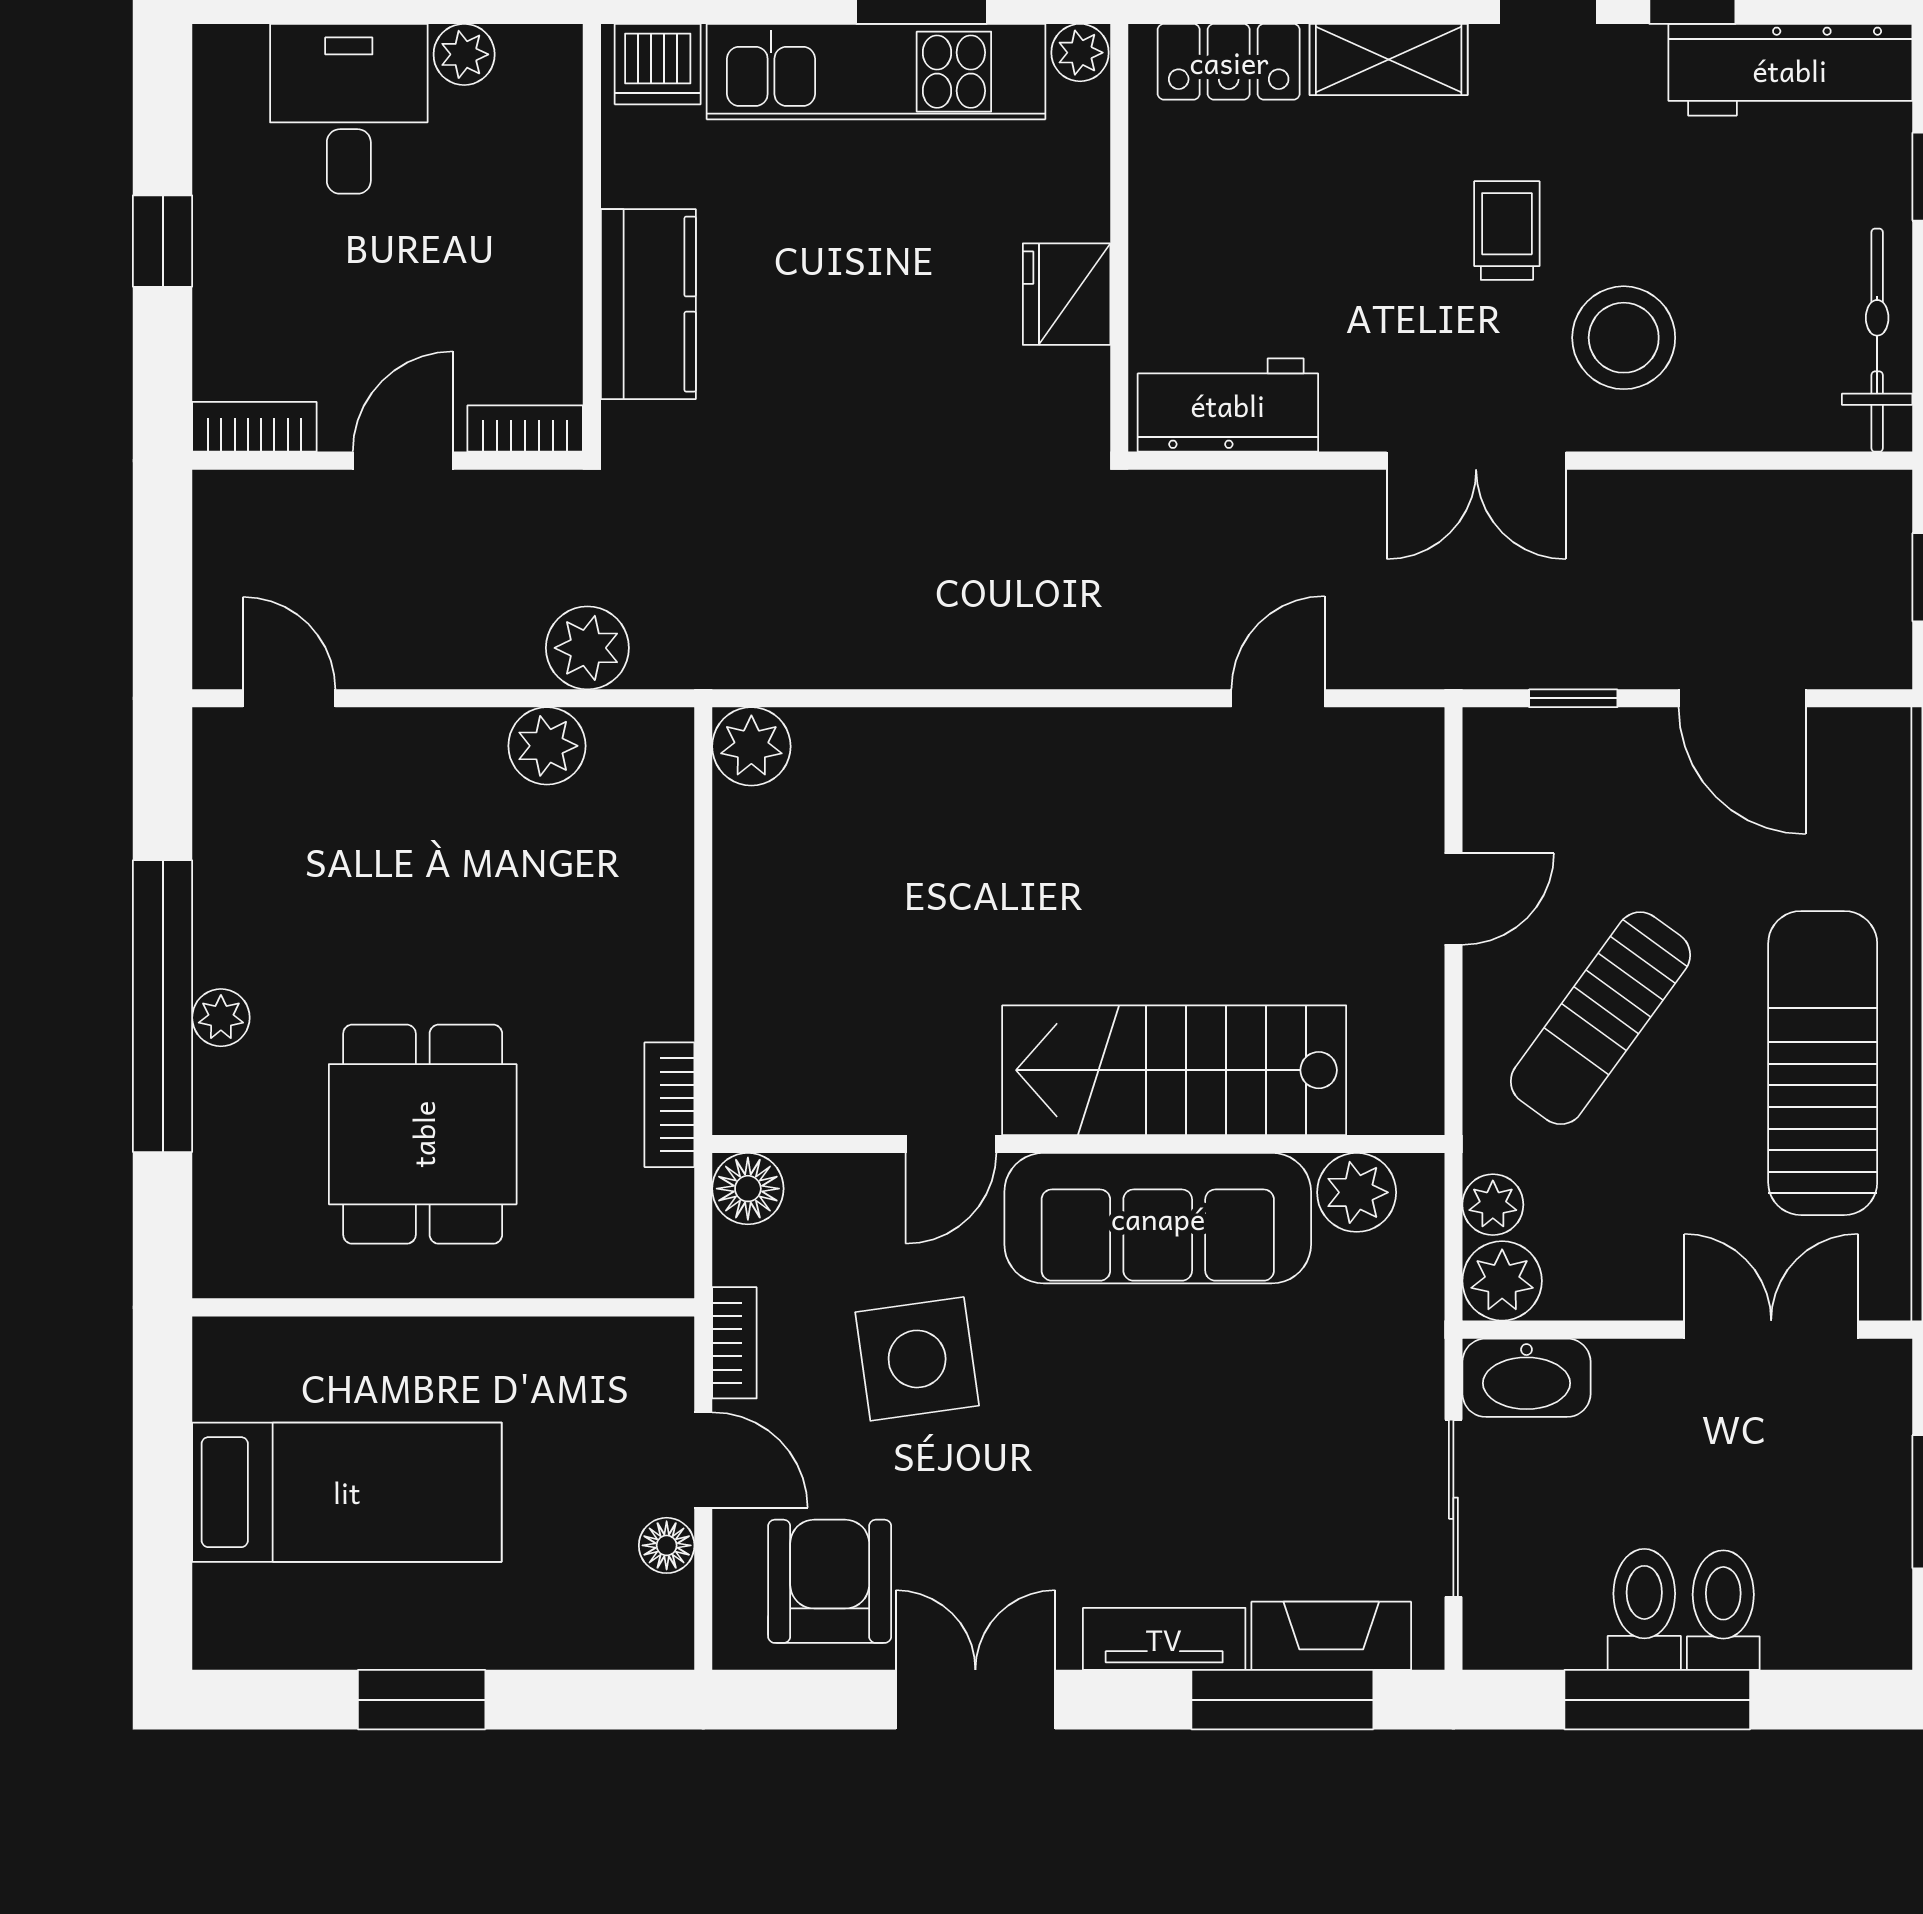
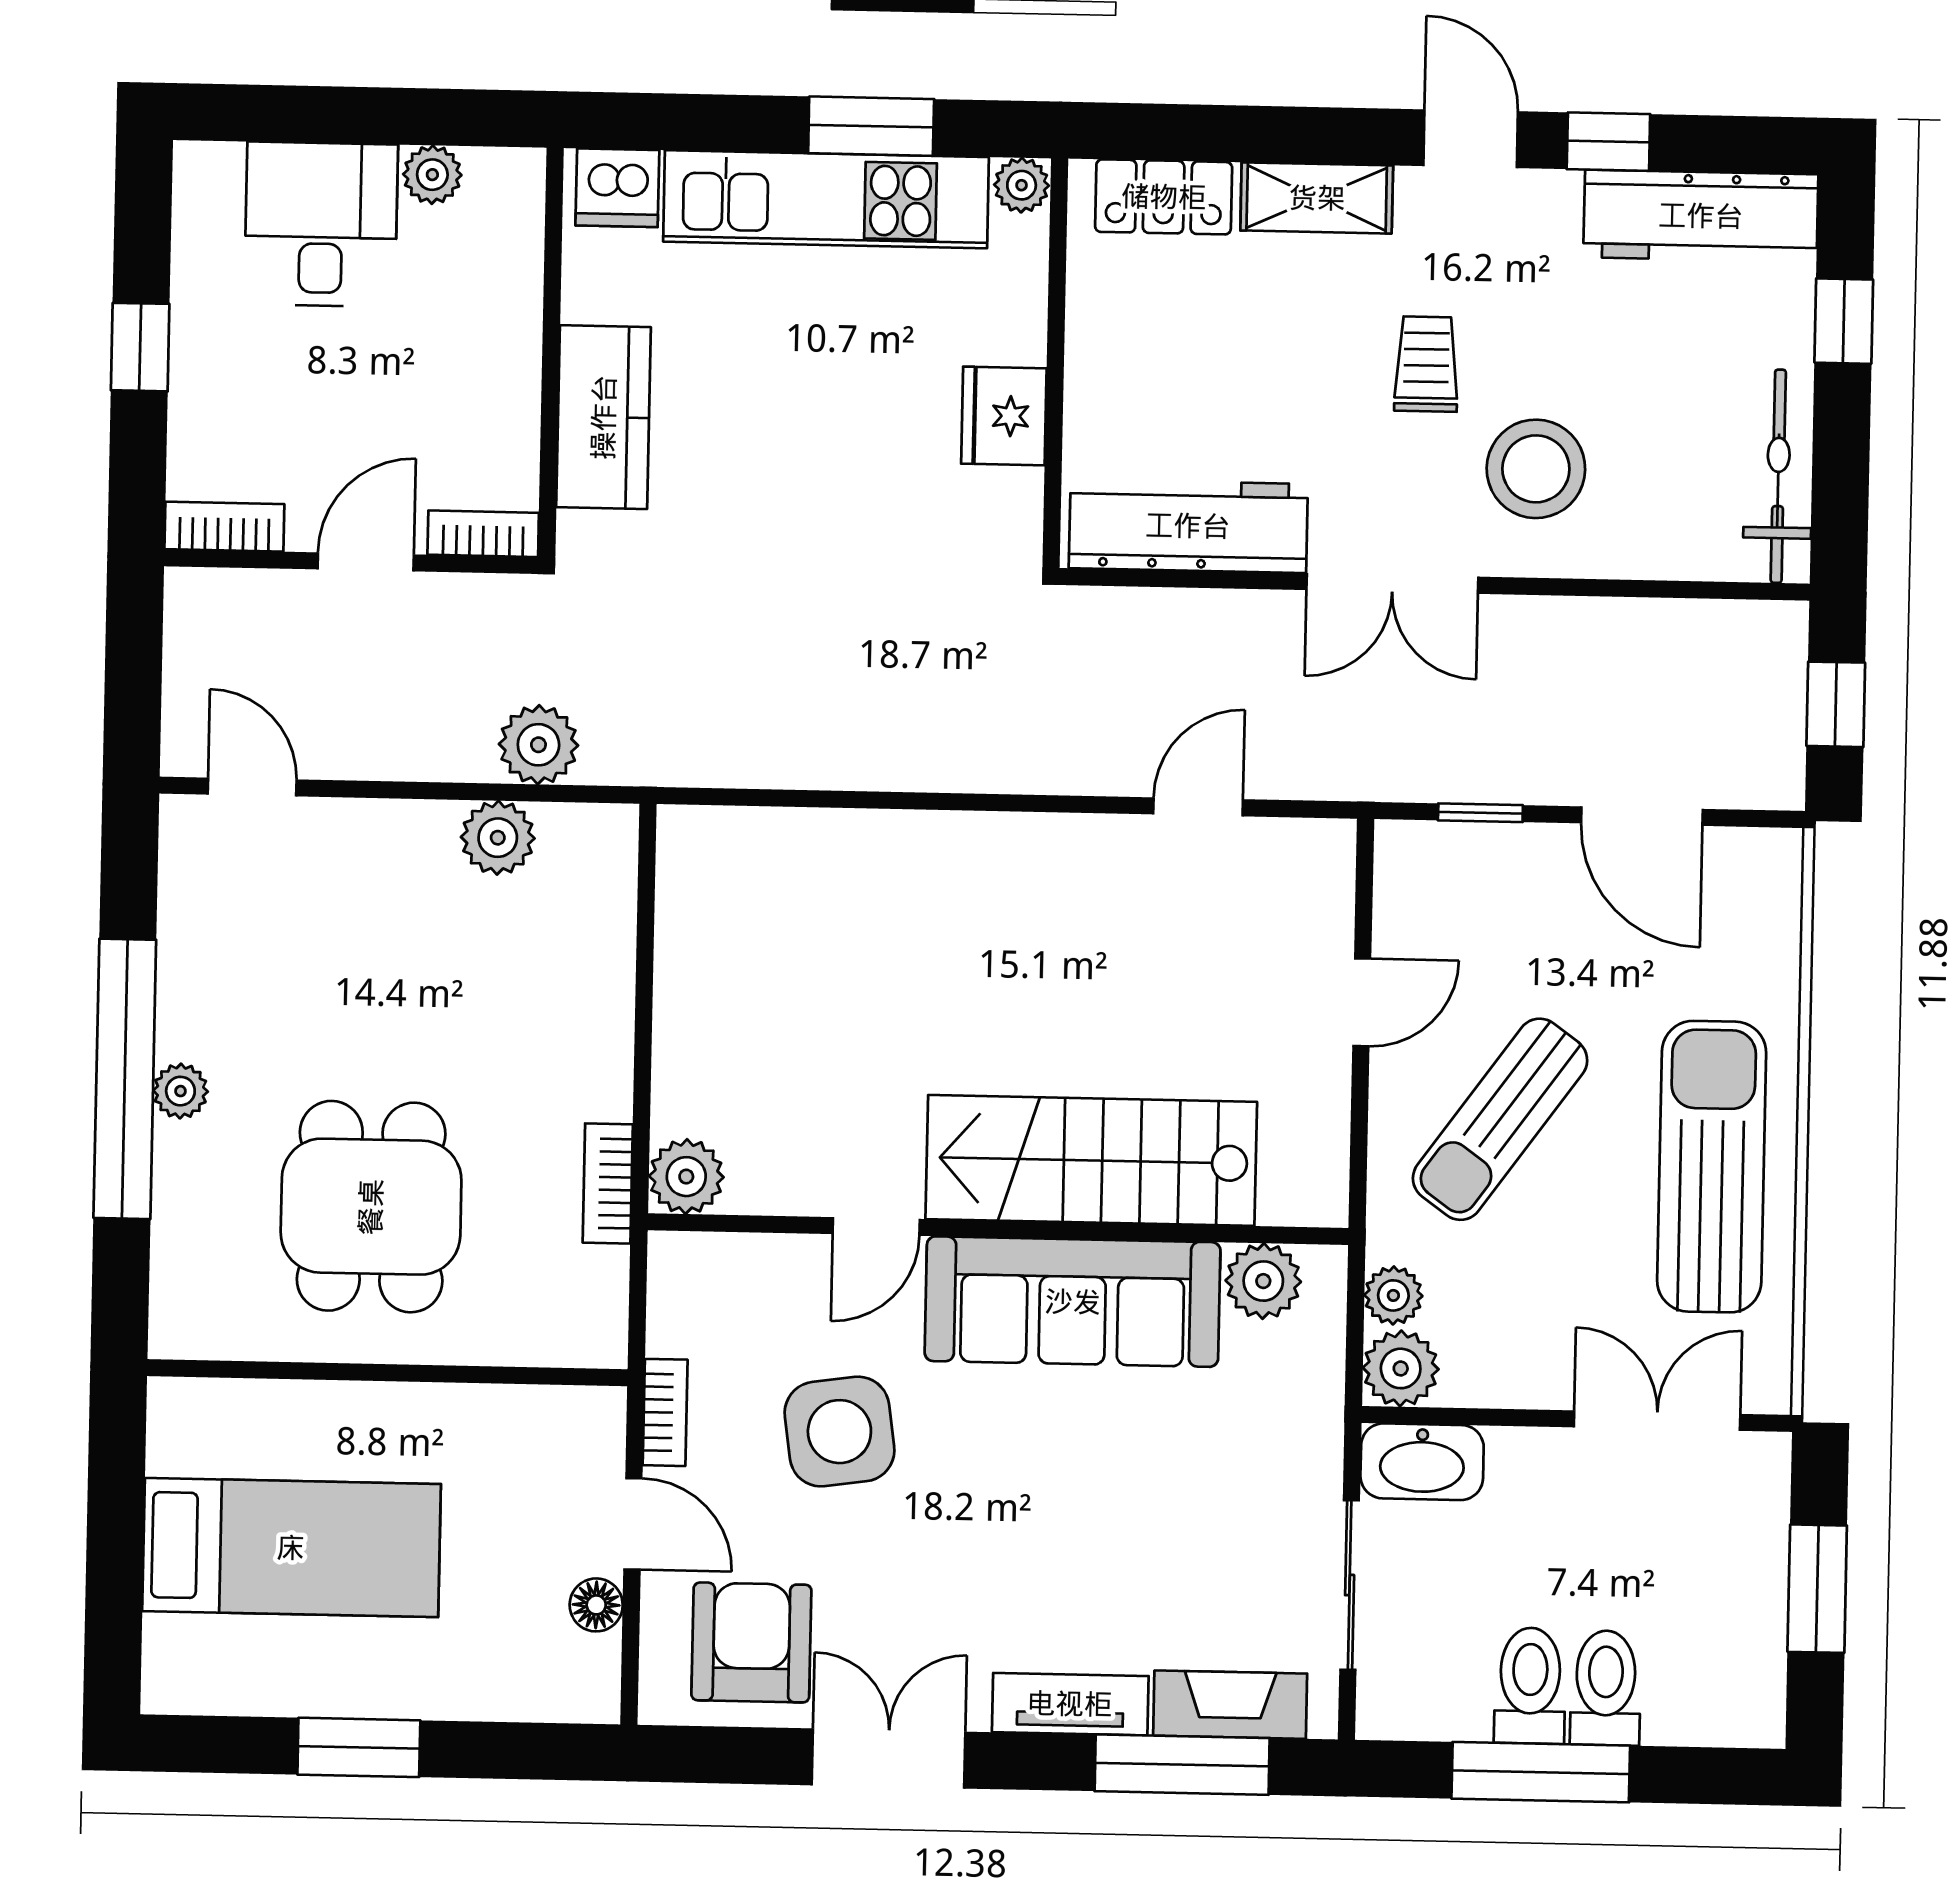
workbench: (1228, 405) -> (1188, 526), width x1.38
plant: (751, 746) -> (686, 1177), moved
floor lamp: (748, 1189) -> (681, 1265), removed

